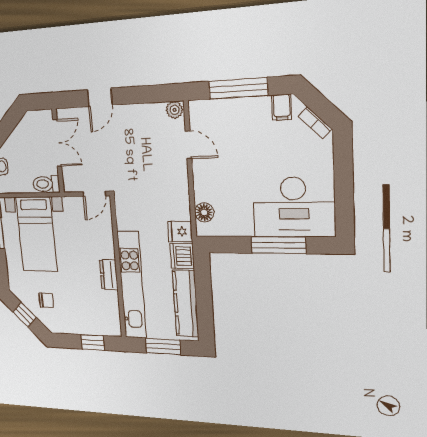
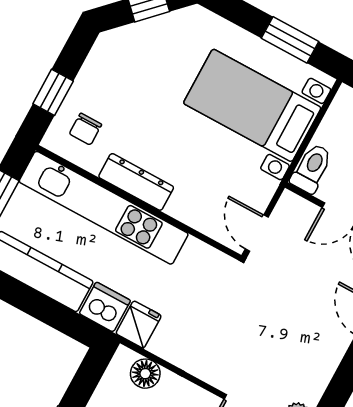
dresser: (109, 275) -> (136, 182), width x1.44
chair: (46, 300) -> (85, 129), moved

